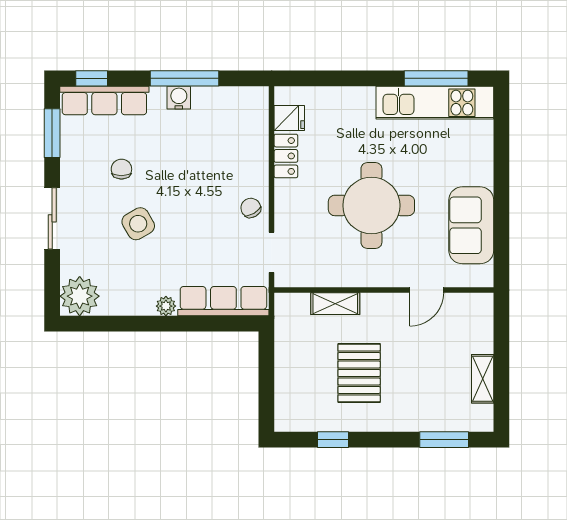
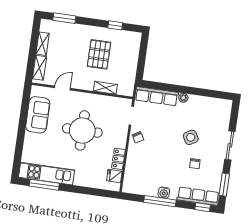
plant: (80, 296) -> (222, 108), removed
shelving: (482, 326) -> (40, 68), added

